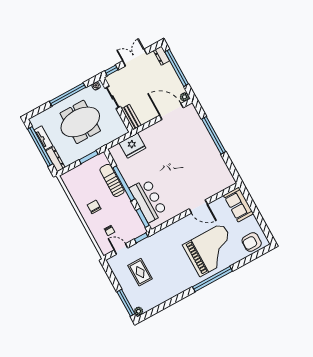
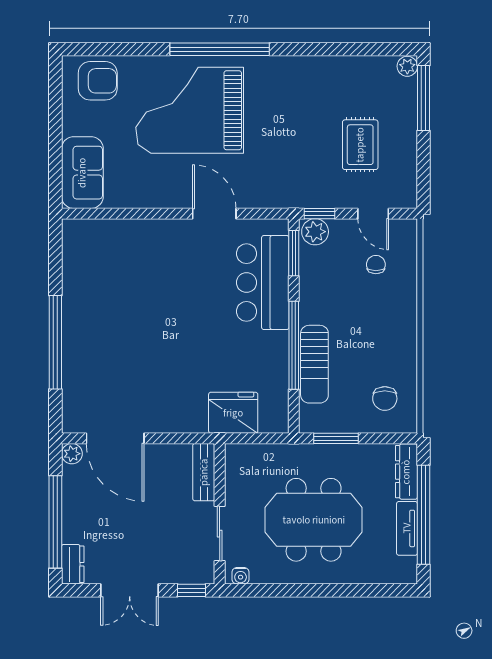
window: (68, 94) -> (308, 590), removed
chair: (94, 207) -> (385, 399), moved
door: (198, 207) -> (214, 214), moved
plant: (139, 230) -> (315, 232), added

